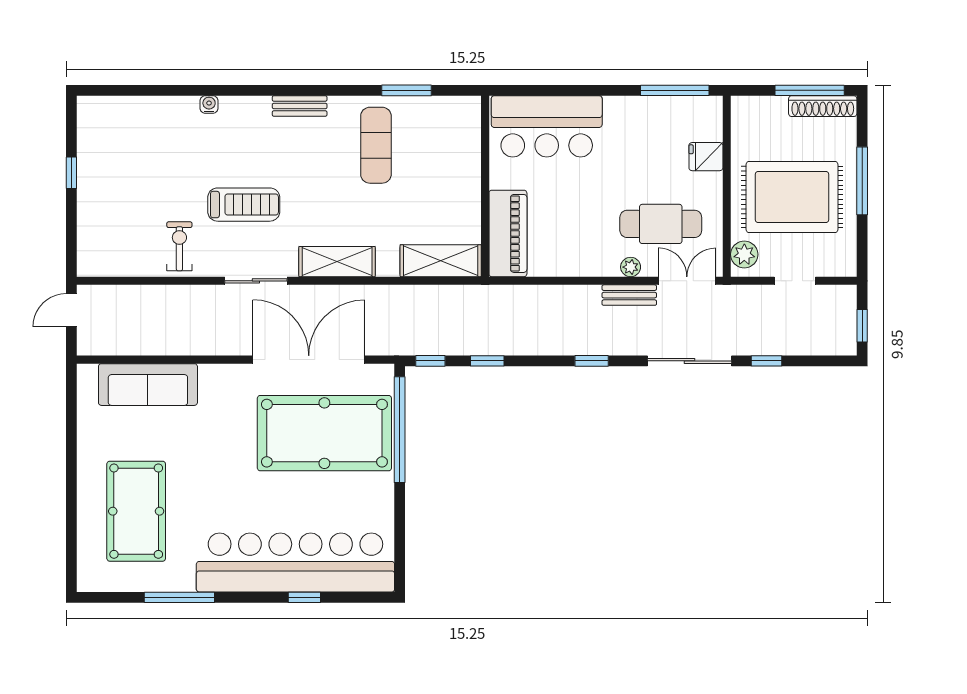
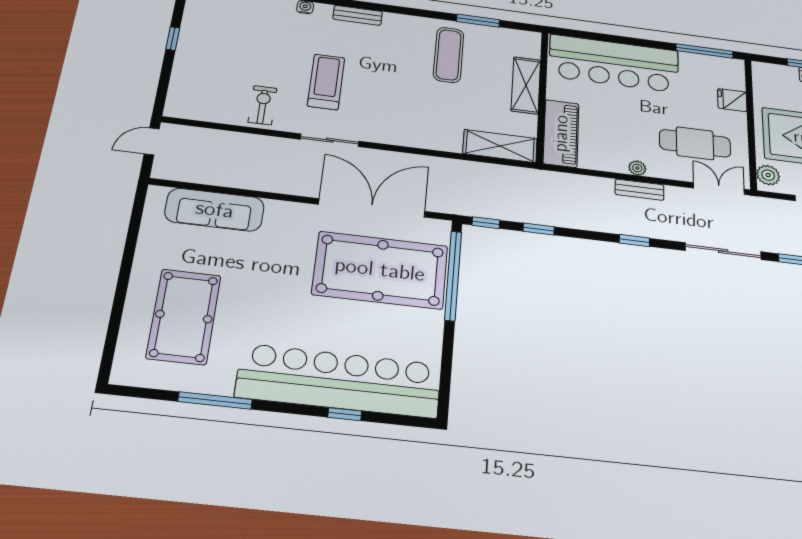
bench: (300, 106) -> (358, 15), moved
bar counter: (547, 126) -> (614, 63), width x1.36
treadmill: (244, 205) -> (326, 82), turned -90
shelving: (337, 262) -> (526, 85), moved, turned 90
plant: (631, 267) -> (637, 168), moved
bench: (629, 295) -> (639, 190), moved

